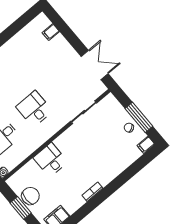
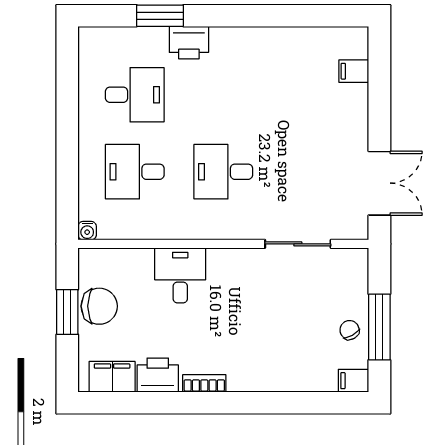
desk: (34, 109) -> (223, 172), turned -90
printer: (73, 203) -> (158, 375), added

